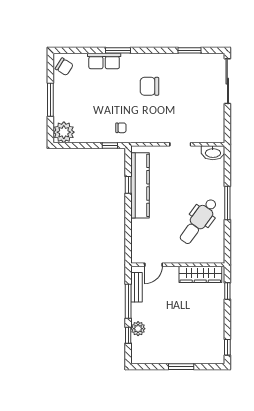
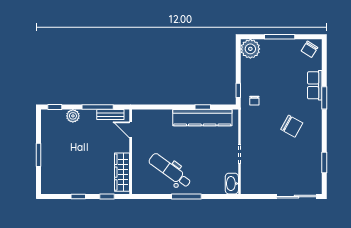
chair: (149, 86) -> (292, 126), turned 119
window: (128, 335) -> (55, 107), moved
window: (227, 347) -> (78, 197), moved

